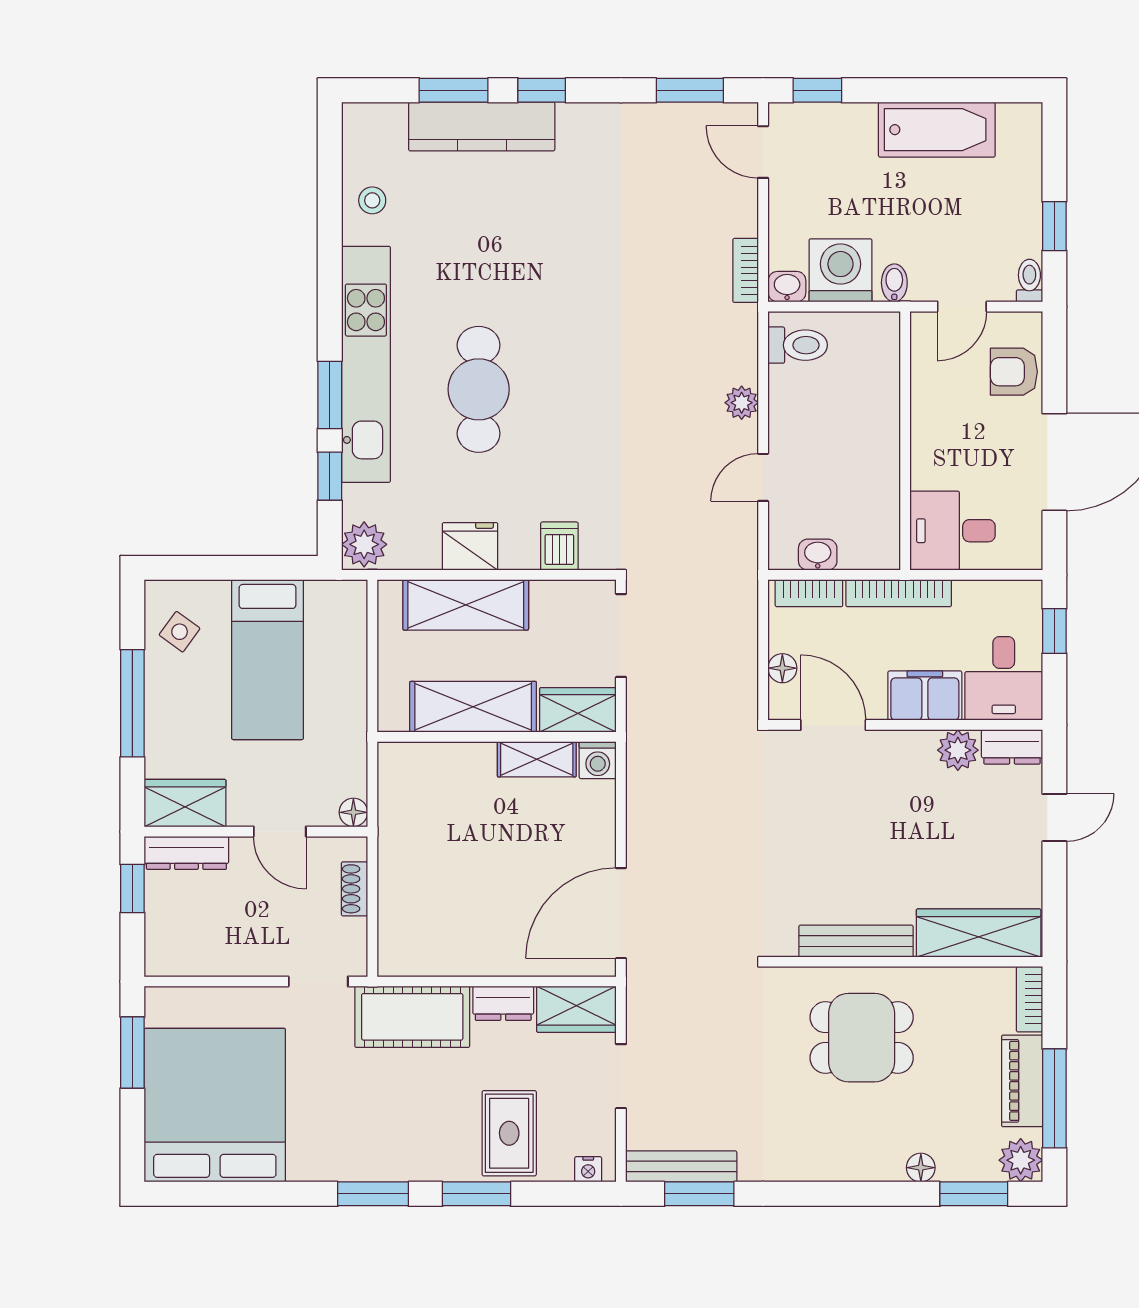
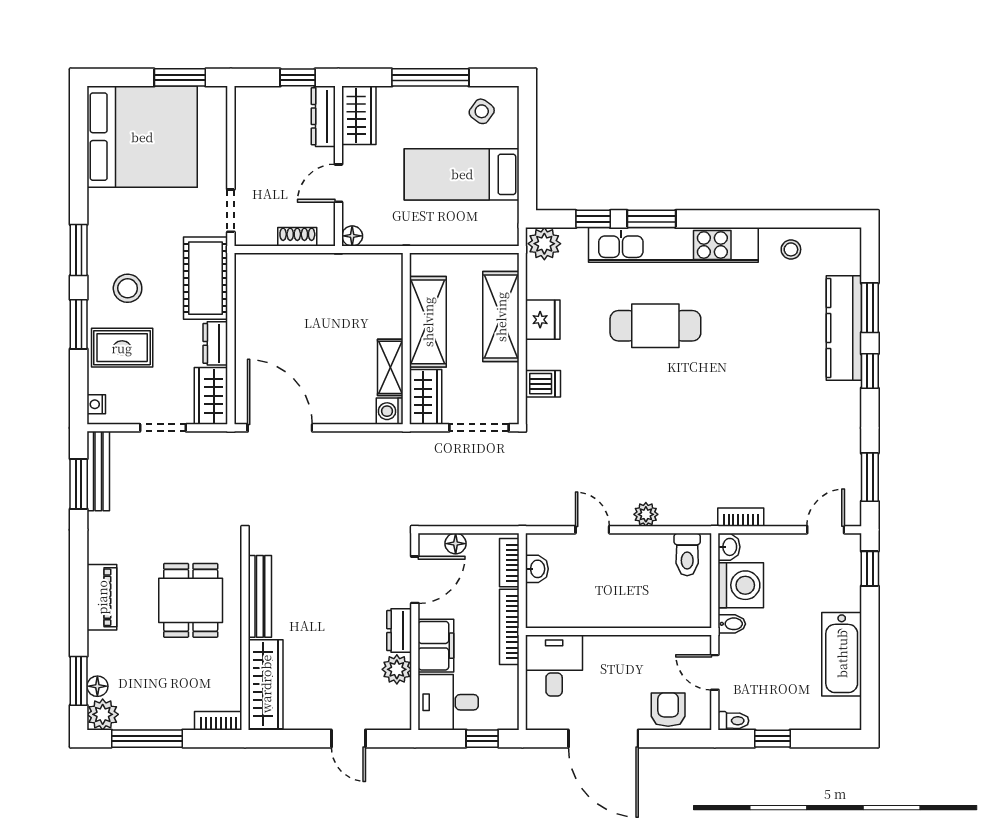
dresser: (1012, 747) -> (399, 631), moved
piano: (1022, 1081) -> (102, 597), moved, turned 90
stool: (426, 1126) -> (128, 288), added
floor lamp: (921, 1168) -> (97, 686), moved

